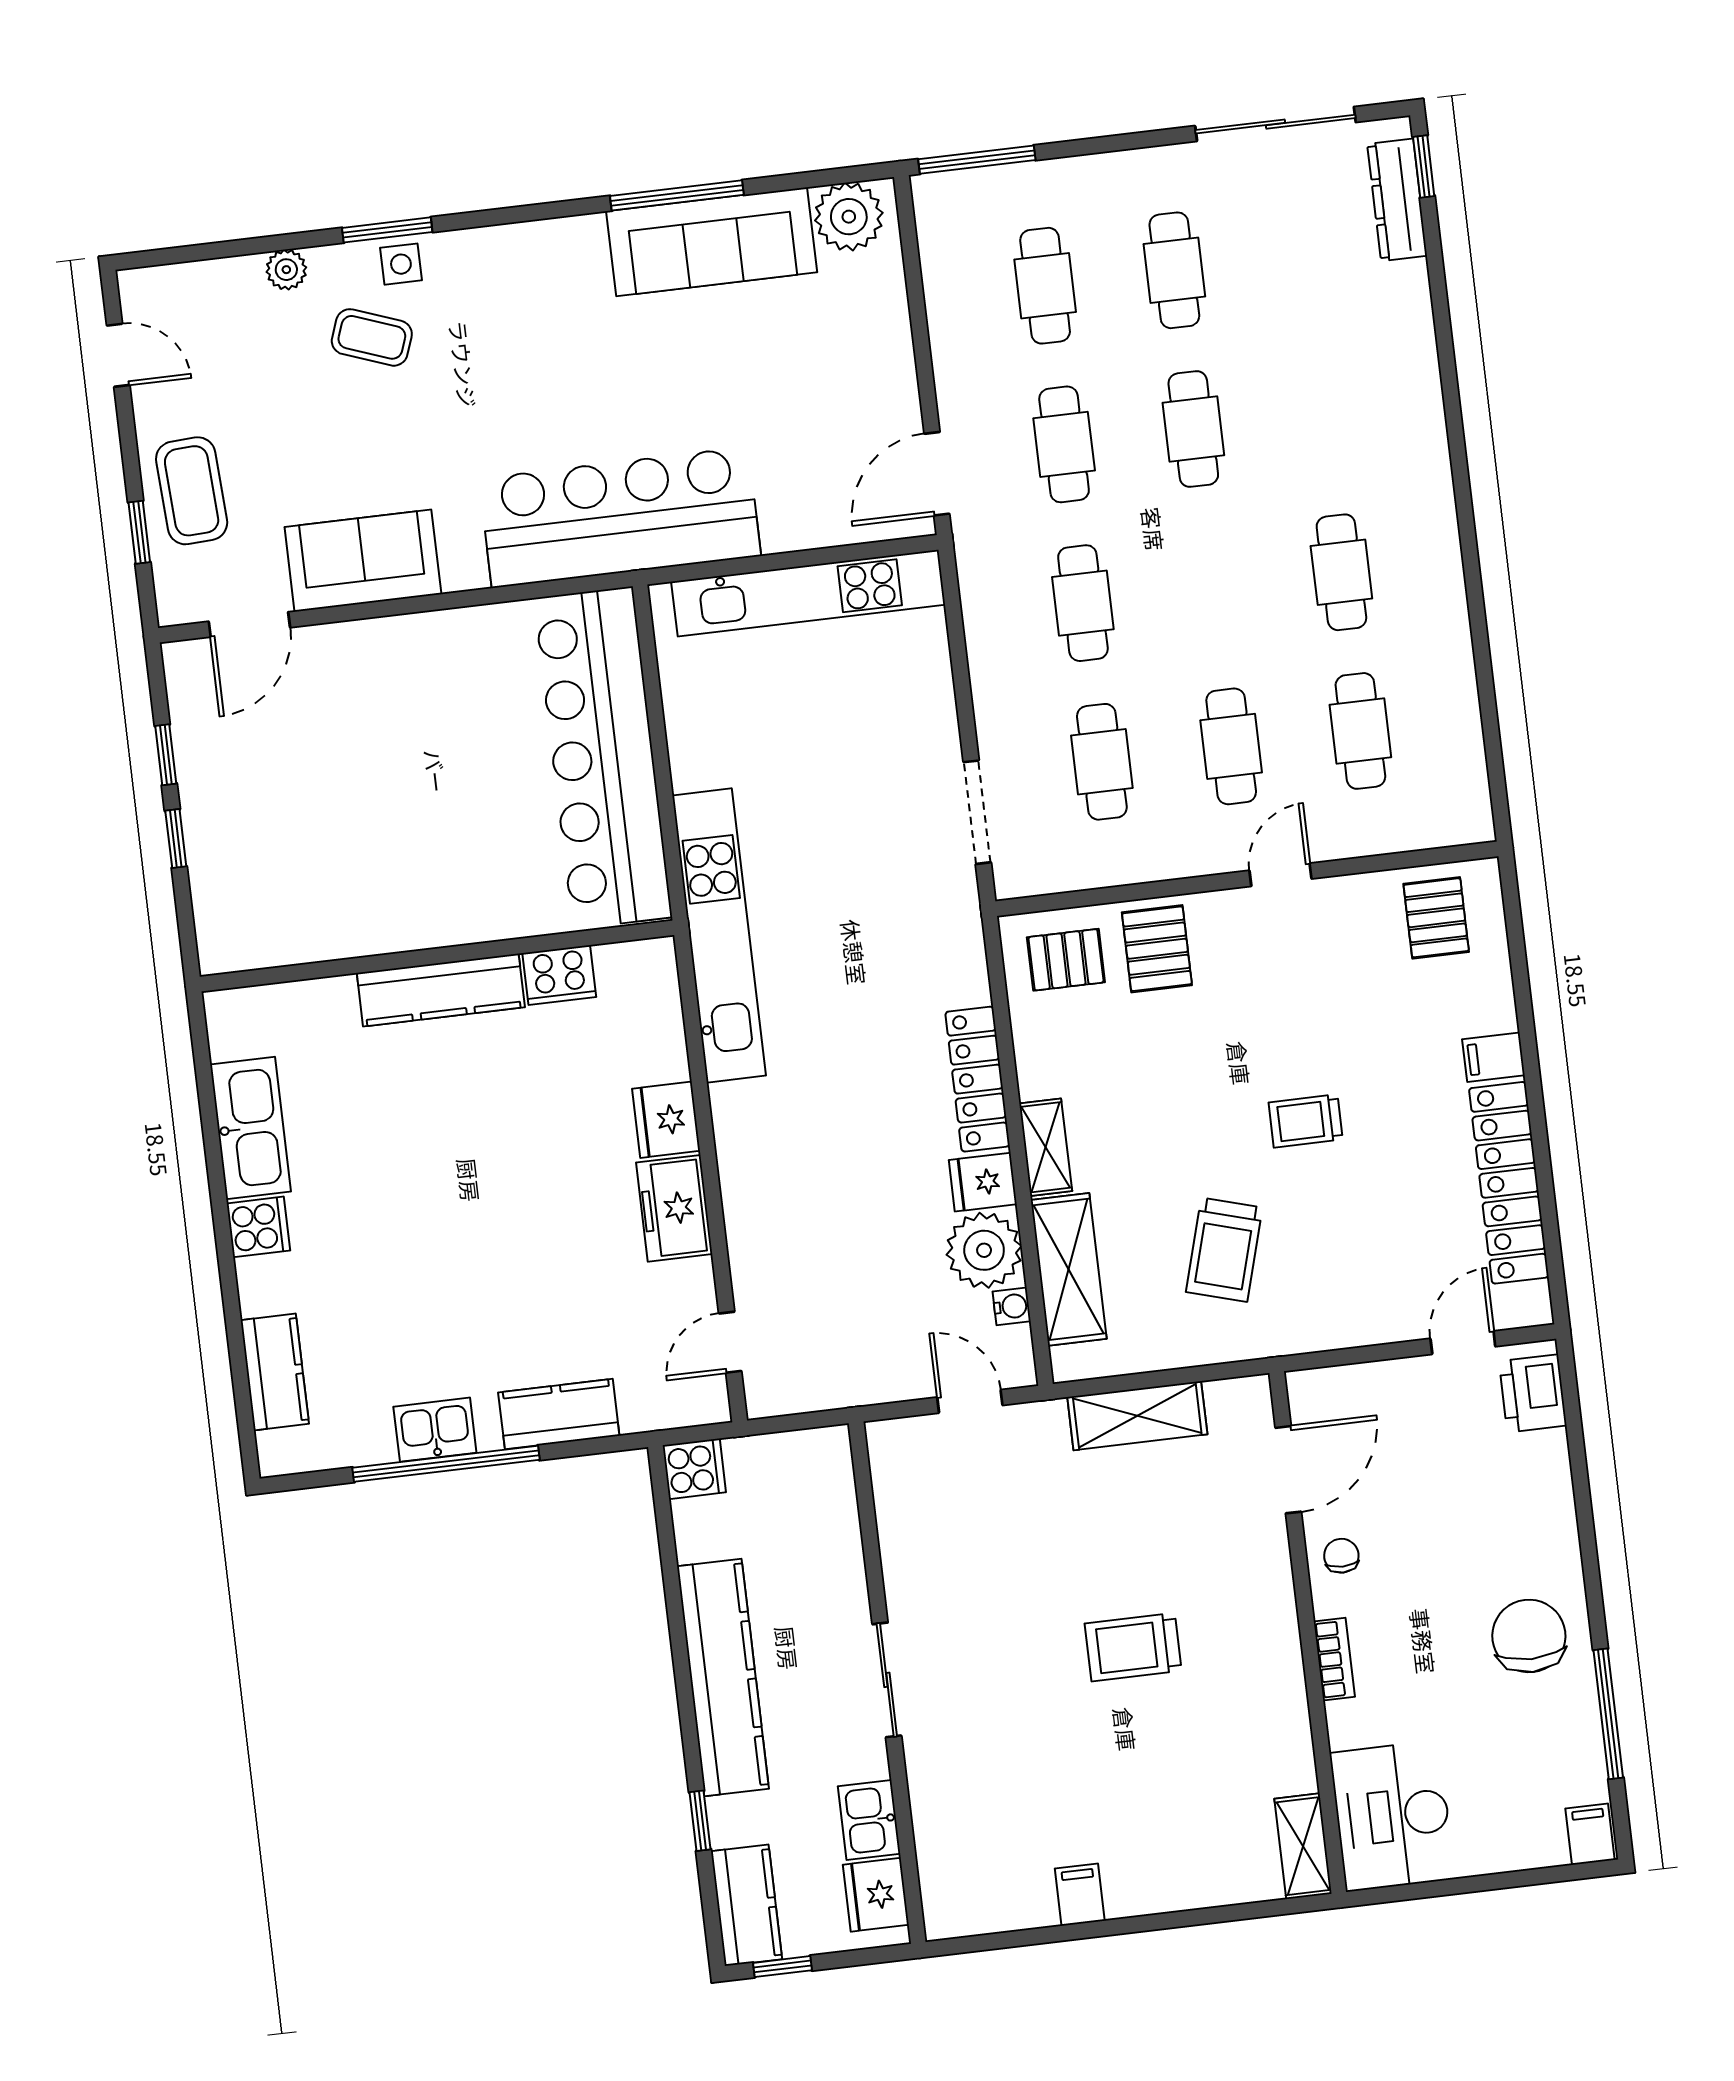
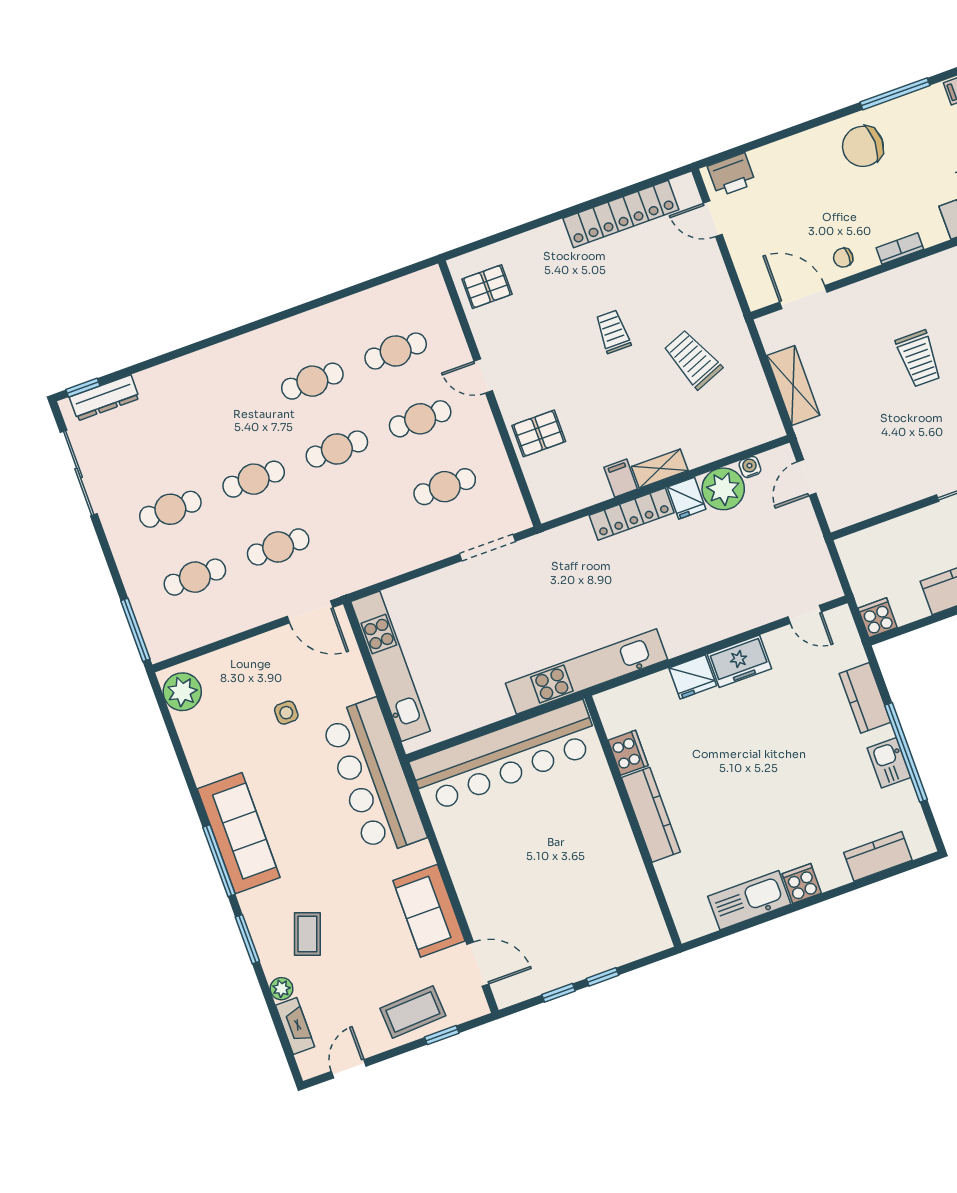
window: (677, 195) -> (219, 861), moved
sofa: (712, 242) -> (239, 833), moved
side table: (401, 264) -> (286, 713), moved
fireplace: (215, 278) -> (295, 1026), added
cafe table: (1083, 603) -> (337, 449), moved
pallet: (1066, 960) -> (556, 481), removed
filing cabinet: (1494, 1057) -> (621, 478), moved, turned 180
trolley: (1306, 1121) -> (613, 332), turned 180
trolley: (1224, 1250) -> (693, 359), turned -128
shelving: (1069, 1269) -> (723, 441), removed

